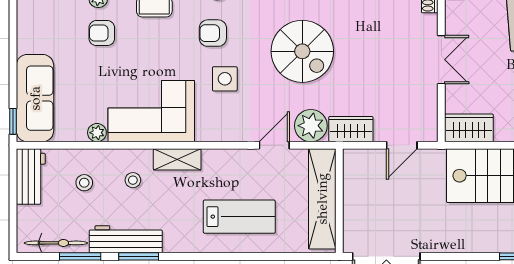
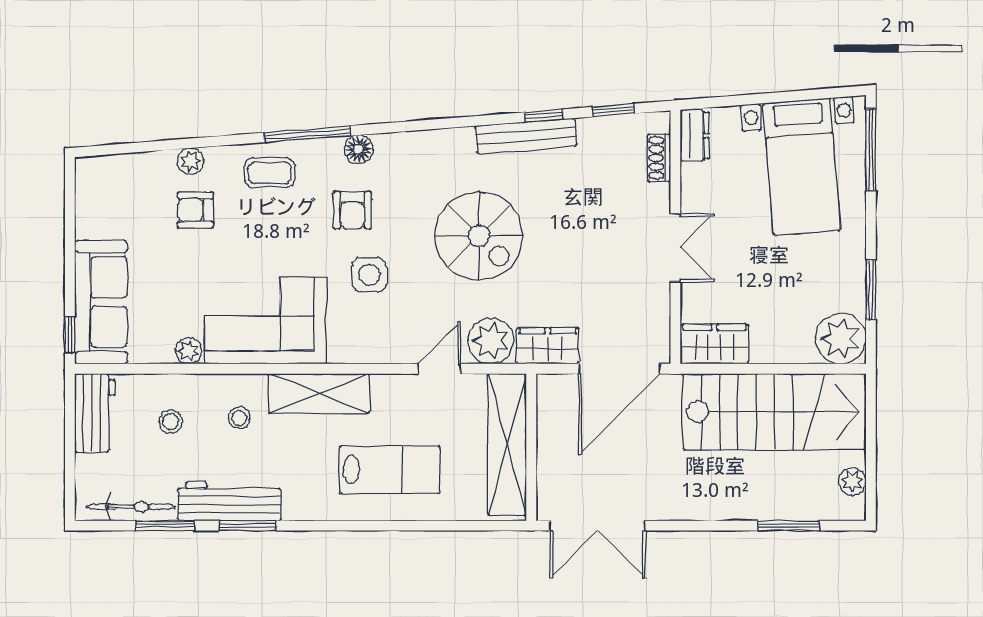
armchair: (213, 33) -> (352, 210), turned -90
door: (402, 145) -> (620, 369), width x1.87
shelving: (177, 159) -> (319, 394), width x1.50, depth x1.33

